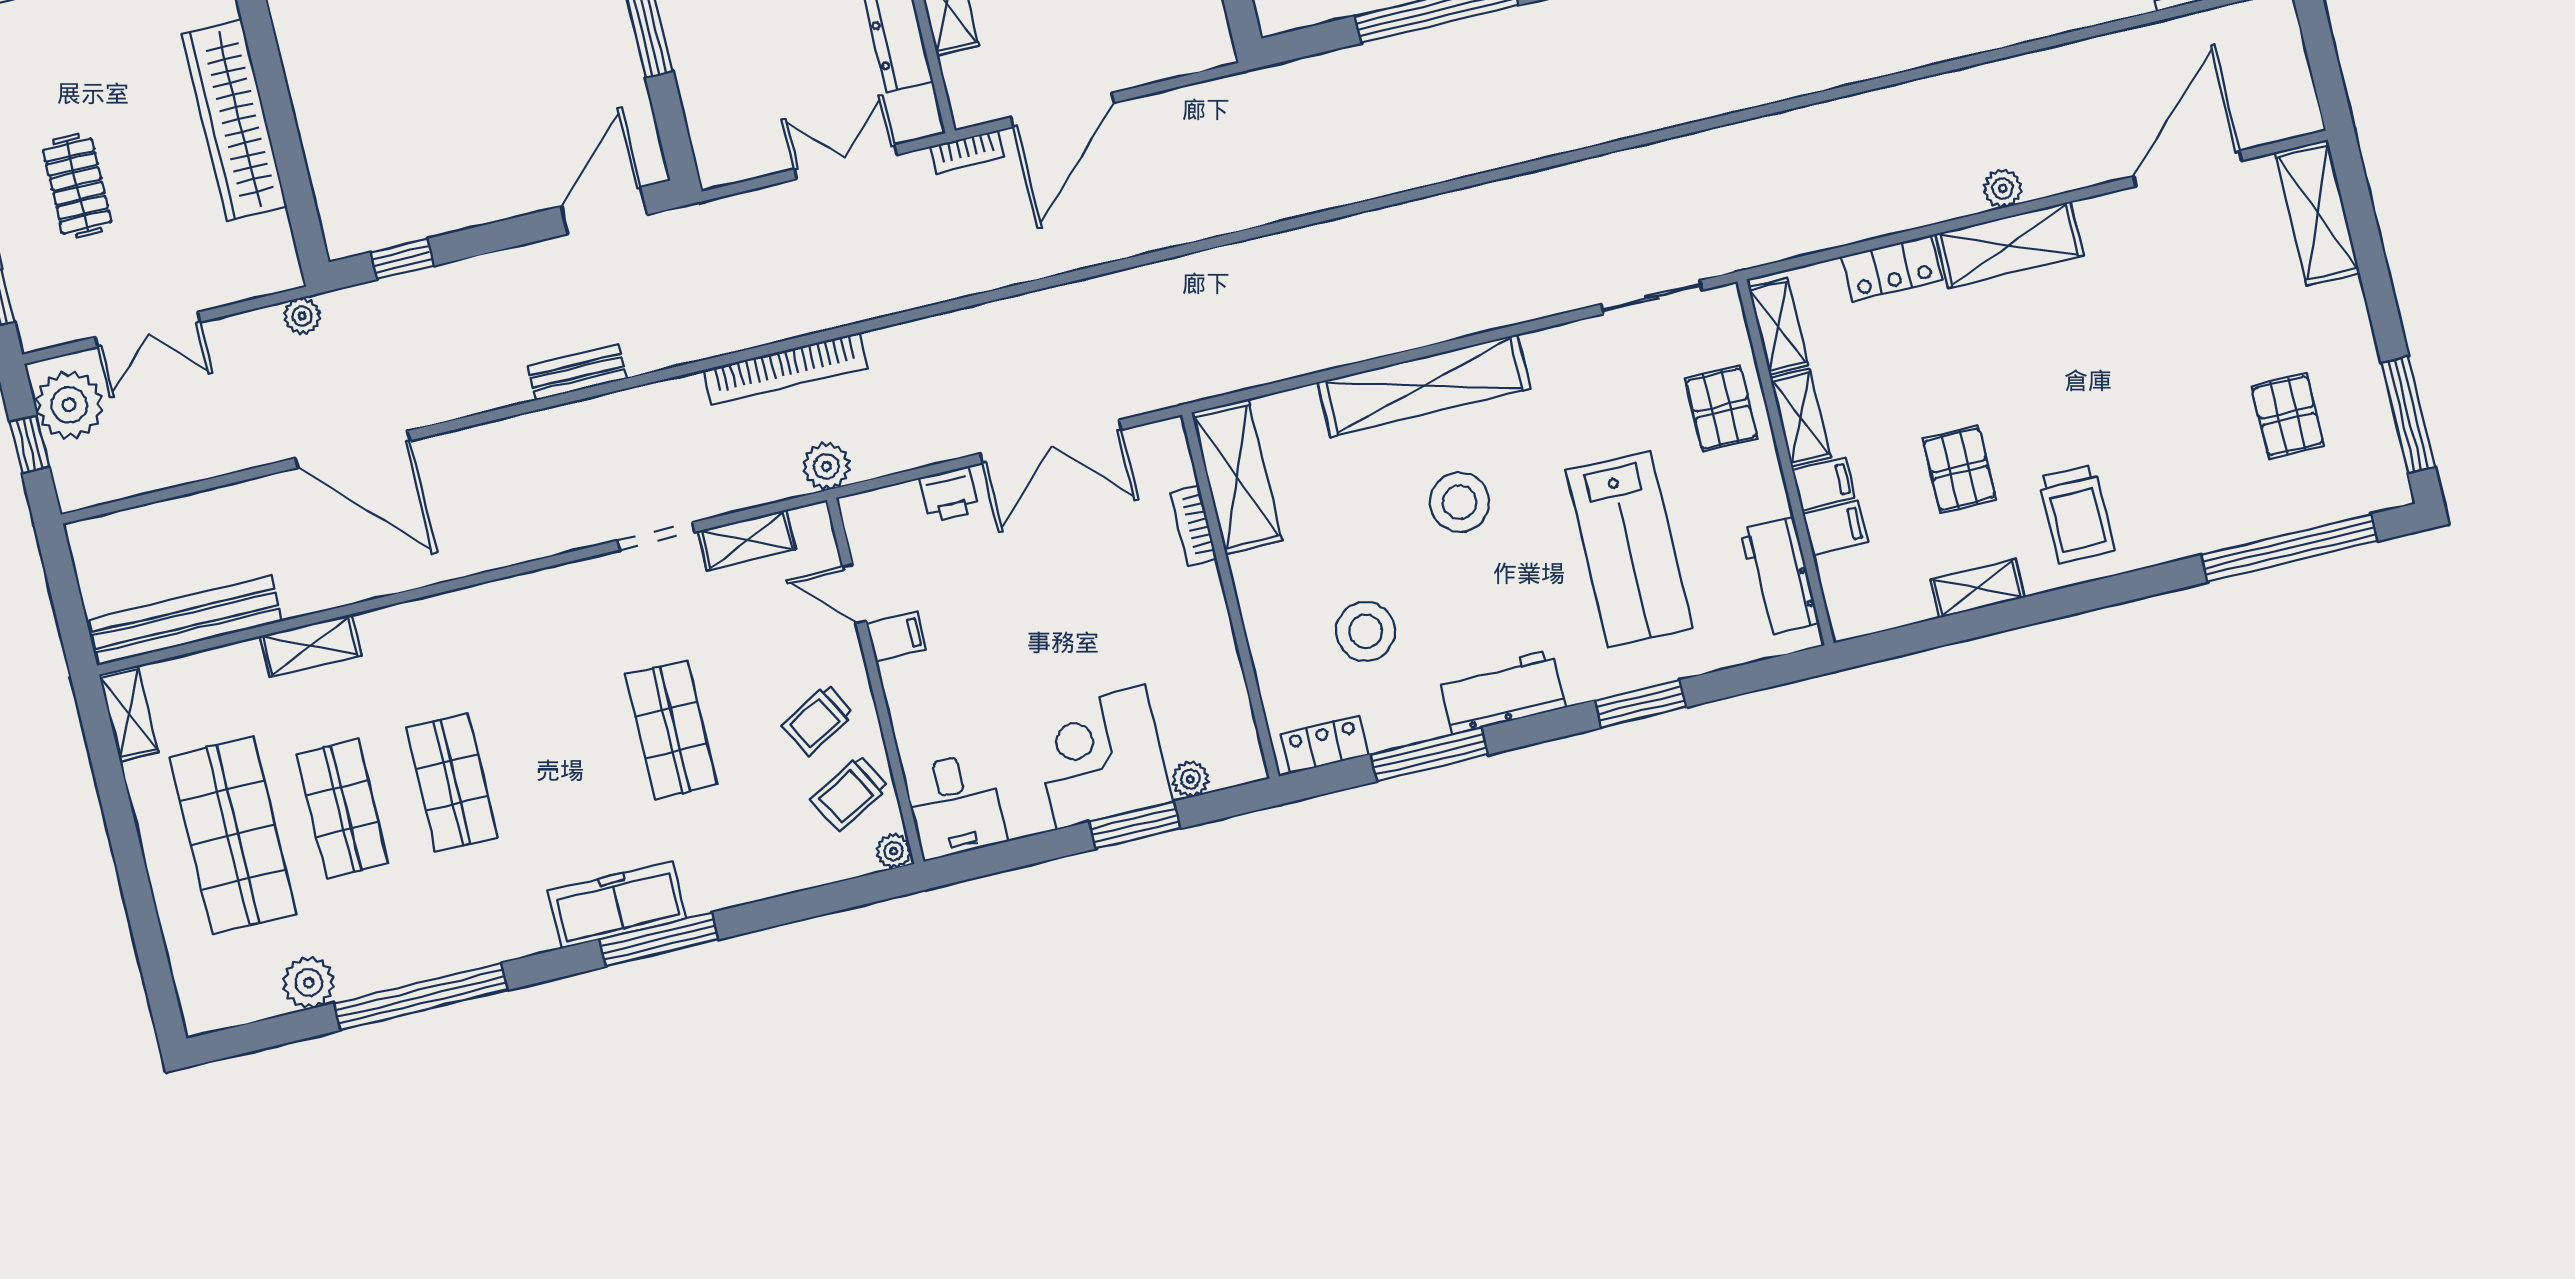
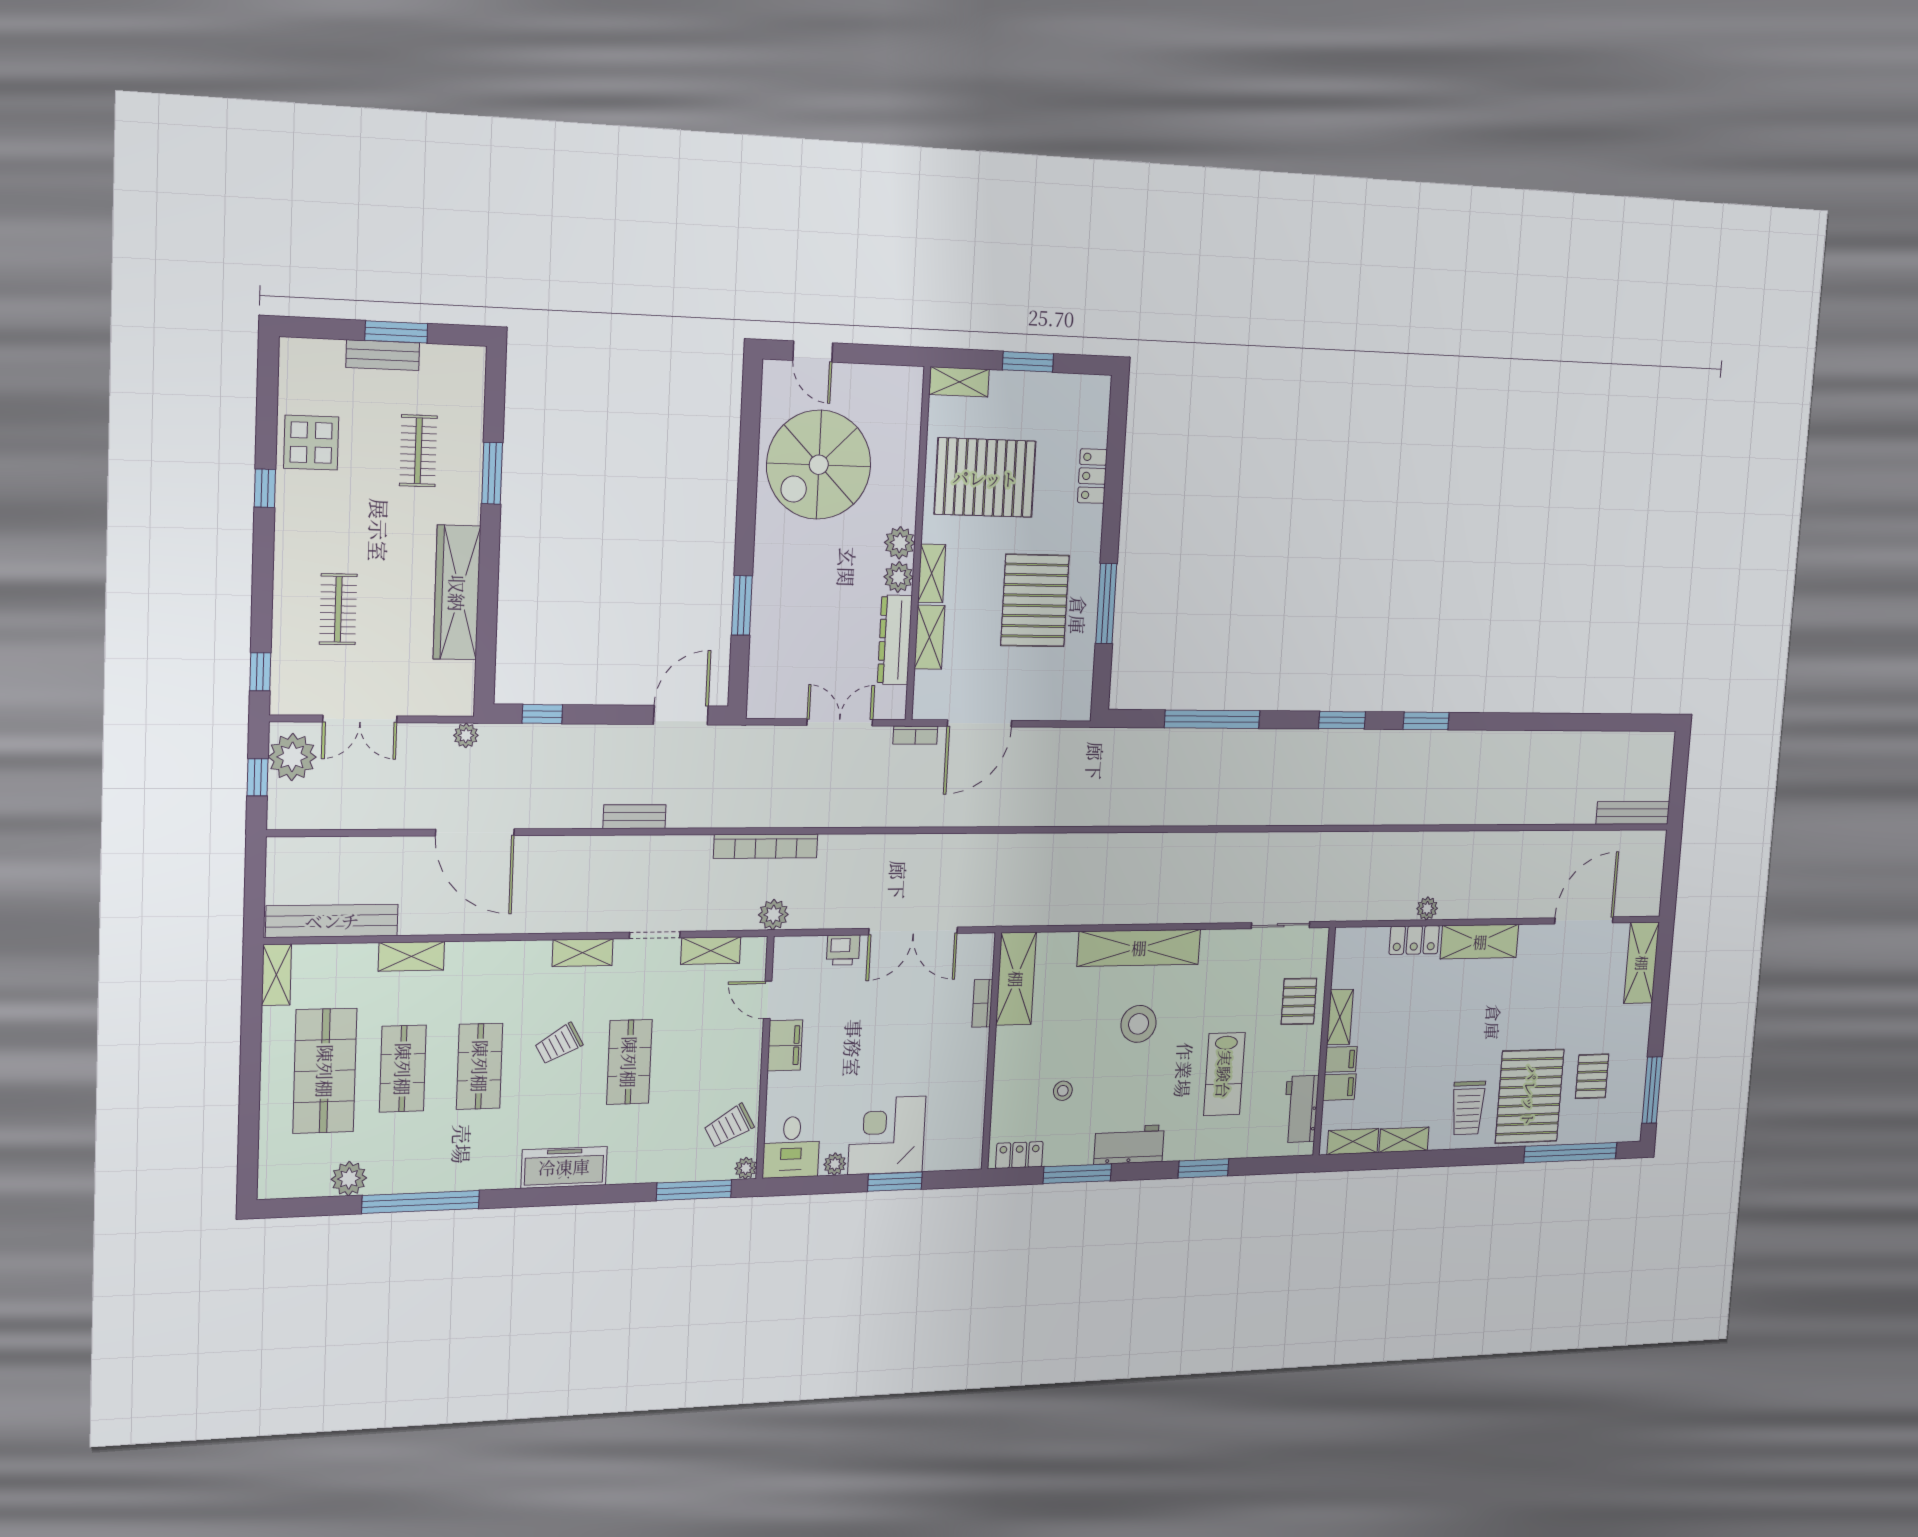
plant: (2003, 188) -> (1427, 908), moved
shelving: (1778, 326) -> (1353, 1142), moved, turned 90
pallet: (1959, 469) -> (1530, 1096), moved, width x2.05, depth x2.00
lab bench: (1629, 549) -> (1224, 1074), width x0.73, depth x0.72
shelving: (556, 586) -> (583, 953), added
stool: (1366, 631) -> (1063, 1091), width x0.53, depth x0.53
filing cabinet: (896, 637) -> (785, 1045), width x2.00
trolley: (818, 720) -> (559, 1044), moved
plant: (1190, 779) -> (835, 1164), moved
window: (659, 939) -> (694, 1190), moved

